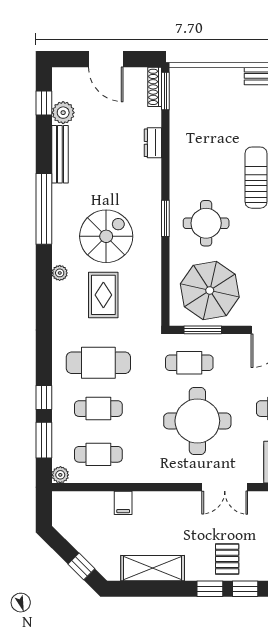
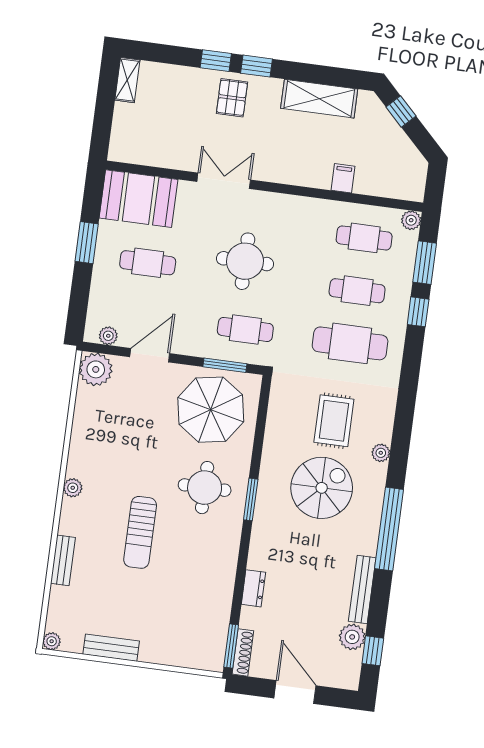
spiral stairs: (106, 236) -> (322, 488), turned 180
round table: (197, 421) -> (245, 261), width x0.73, depth x0.73

